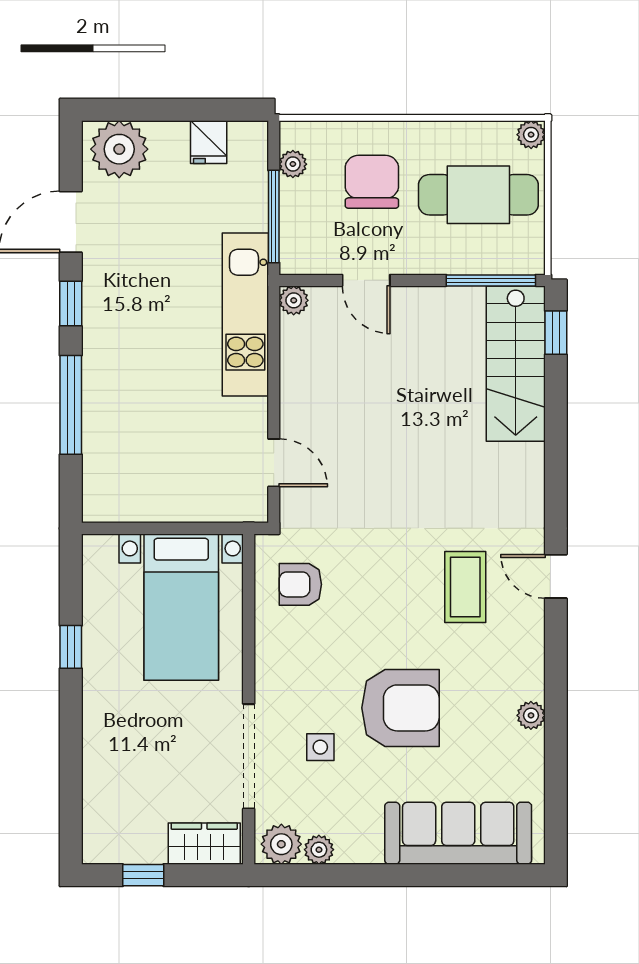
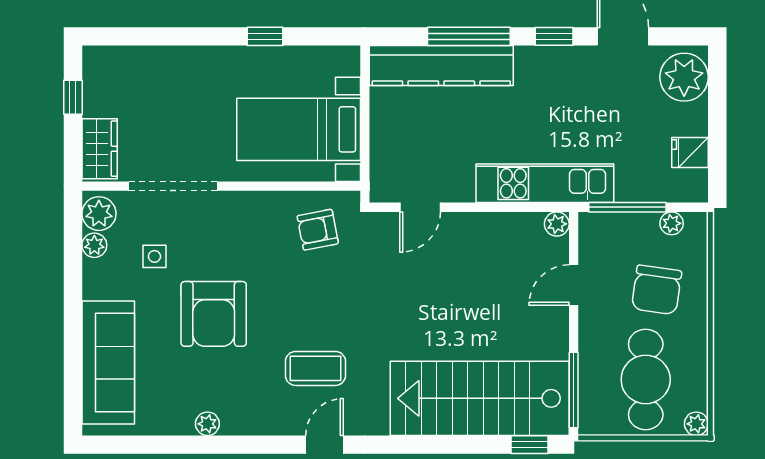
chair: (372, 182) -> (657, 290), turned 98
stairs: (516, 364) -> (480, 398), width x1.36, depth x1.51
kitchen counter: (105, 438) -> (441, 66), added
armchair: (300, 584) -> (318, 230), turned -101
side table: (320, 747) -> (154, 256), moved

